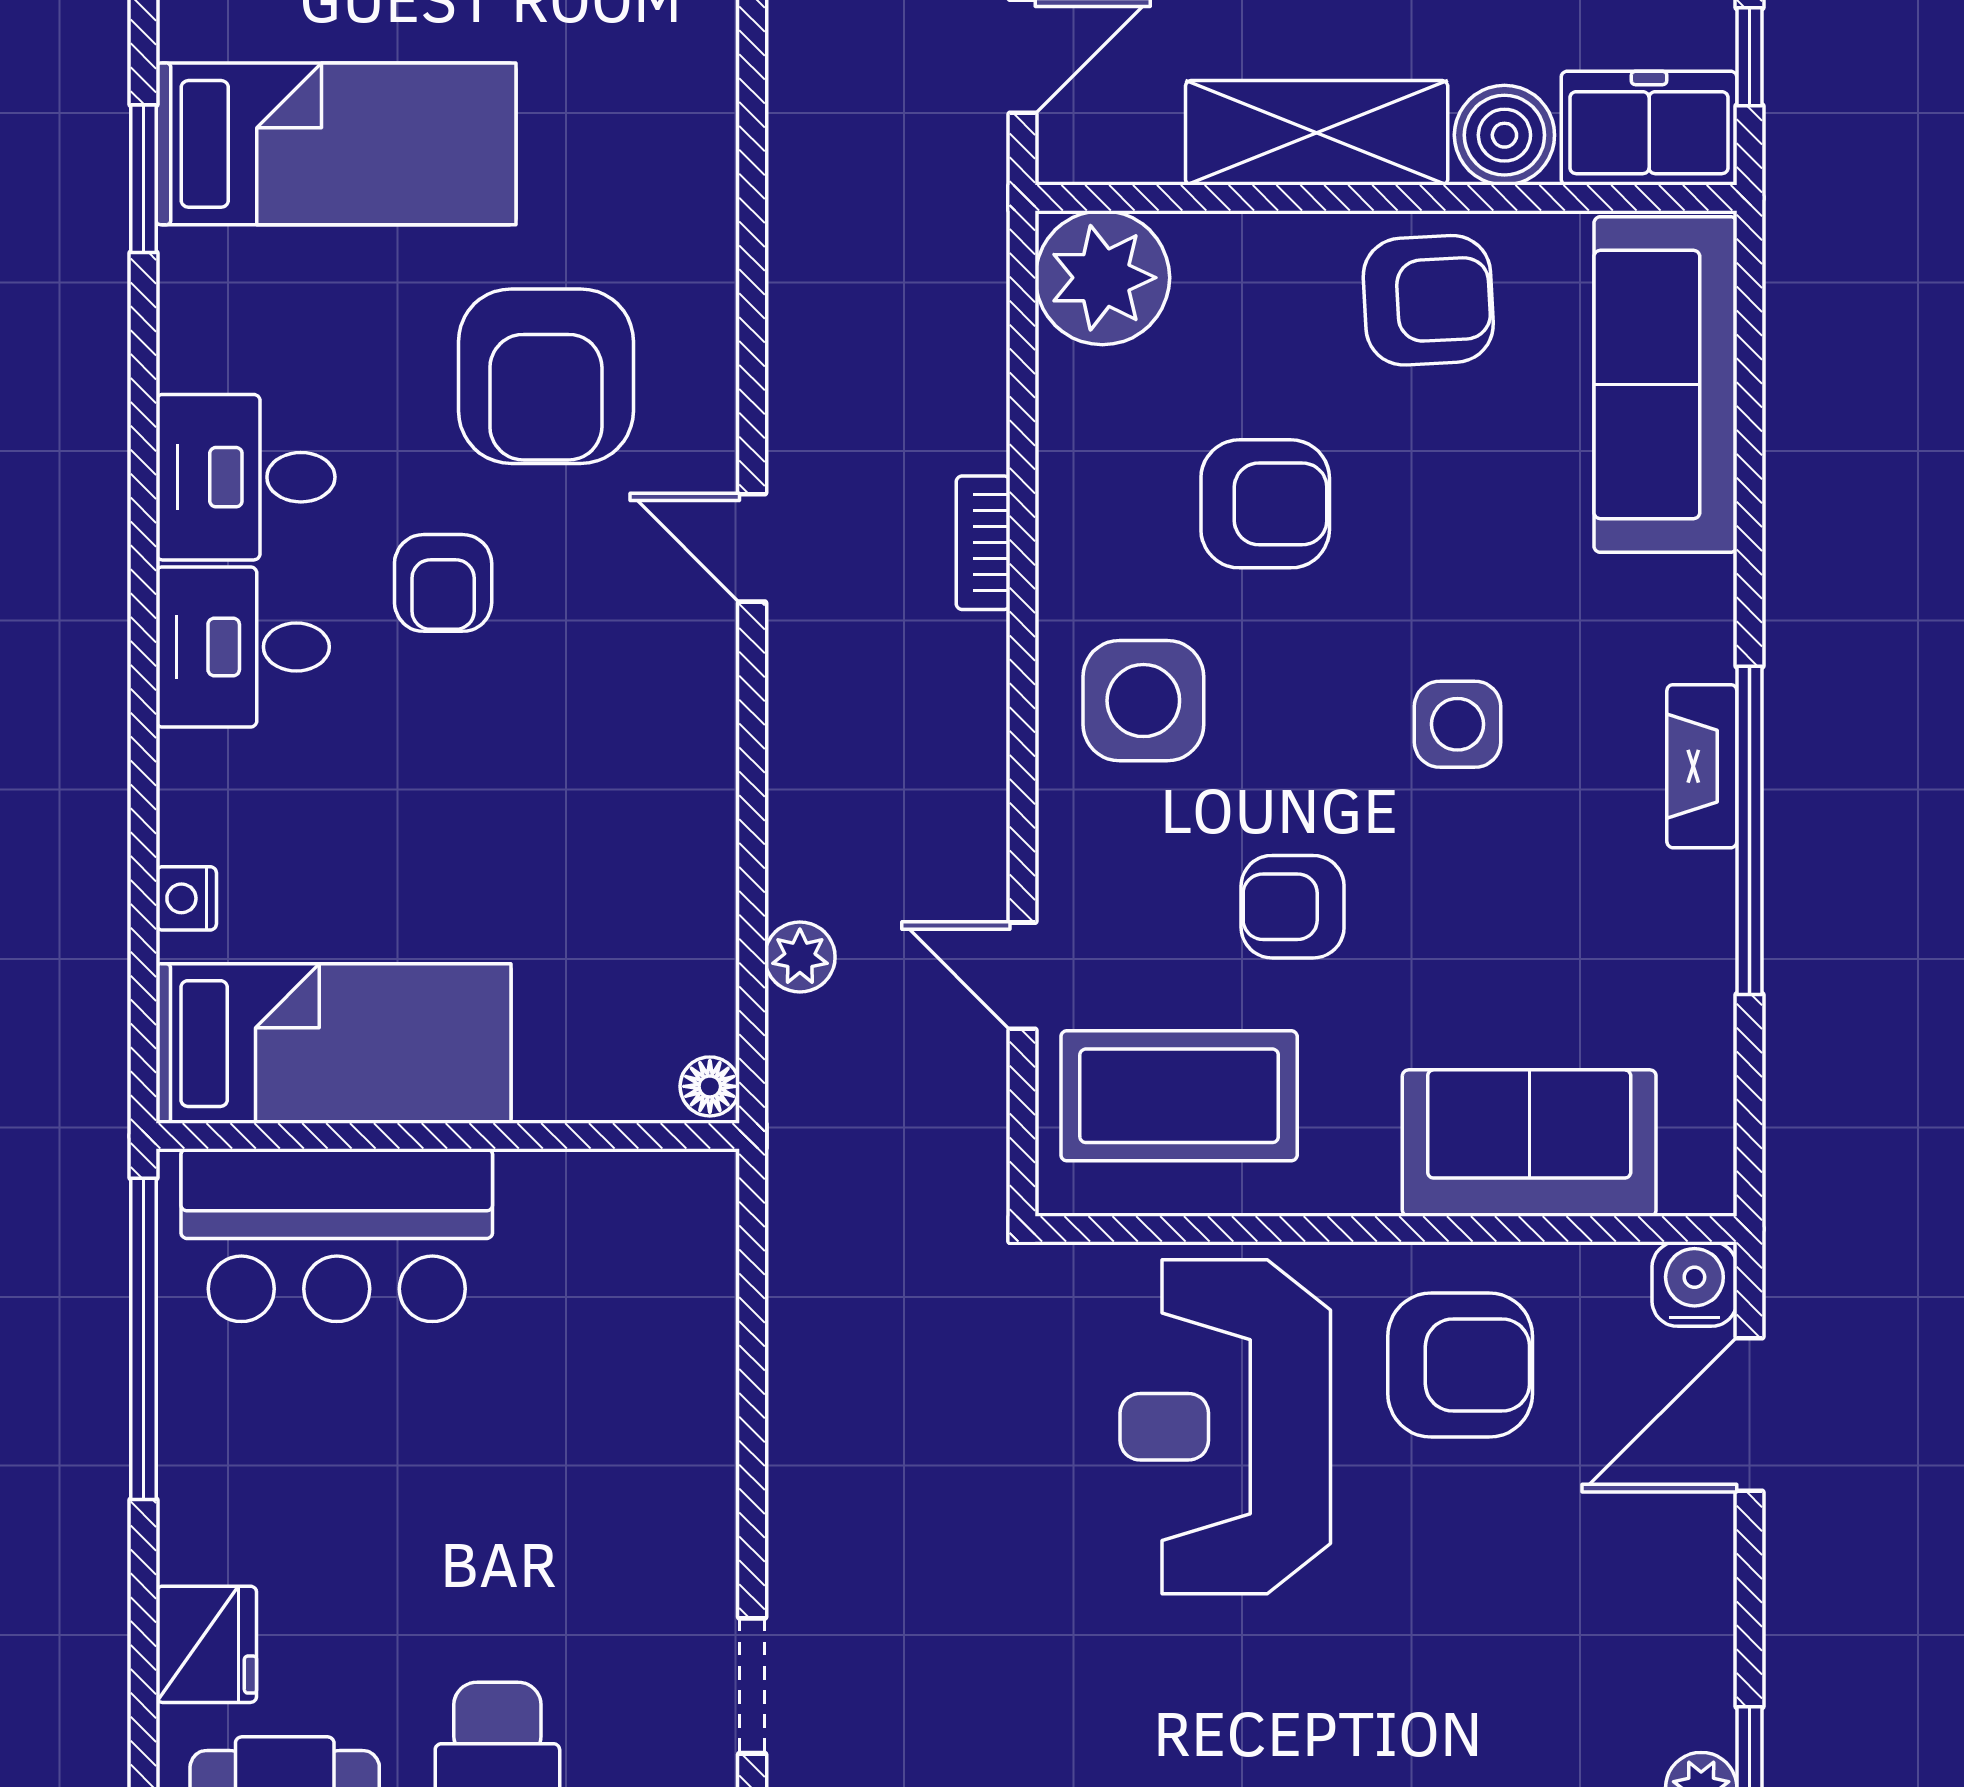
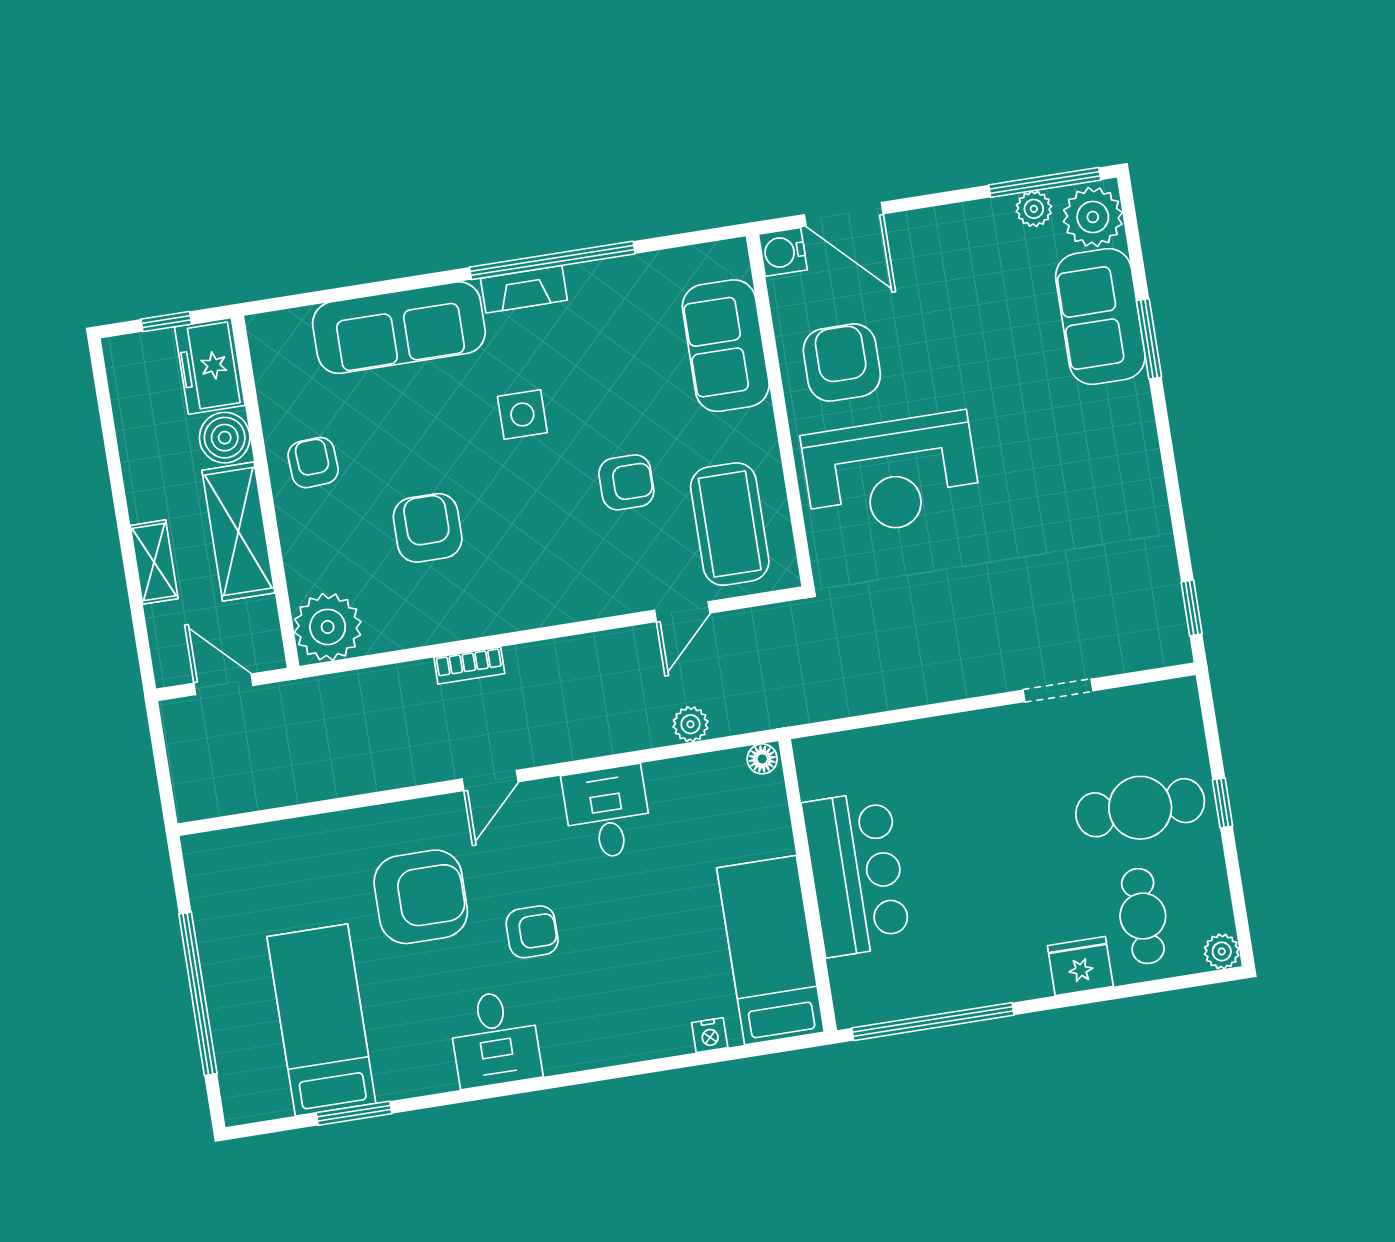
armchair: (1428, 300) -> (313, 463), width x0.72, depth x0.72
sofa: (1665, 385) -> (399, 328), moved
desk: (243, 647) -> (607, 813), moved, turned 180
side table: (1143, 701) -> (535, 573), removed
armchair: (1293, 907) -> (626, 482), turned -90
bar counter: (337, 1235) -> (856, 874), moved

